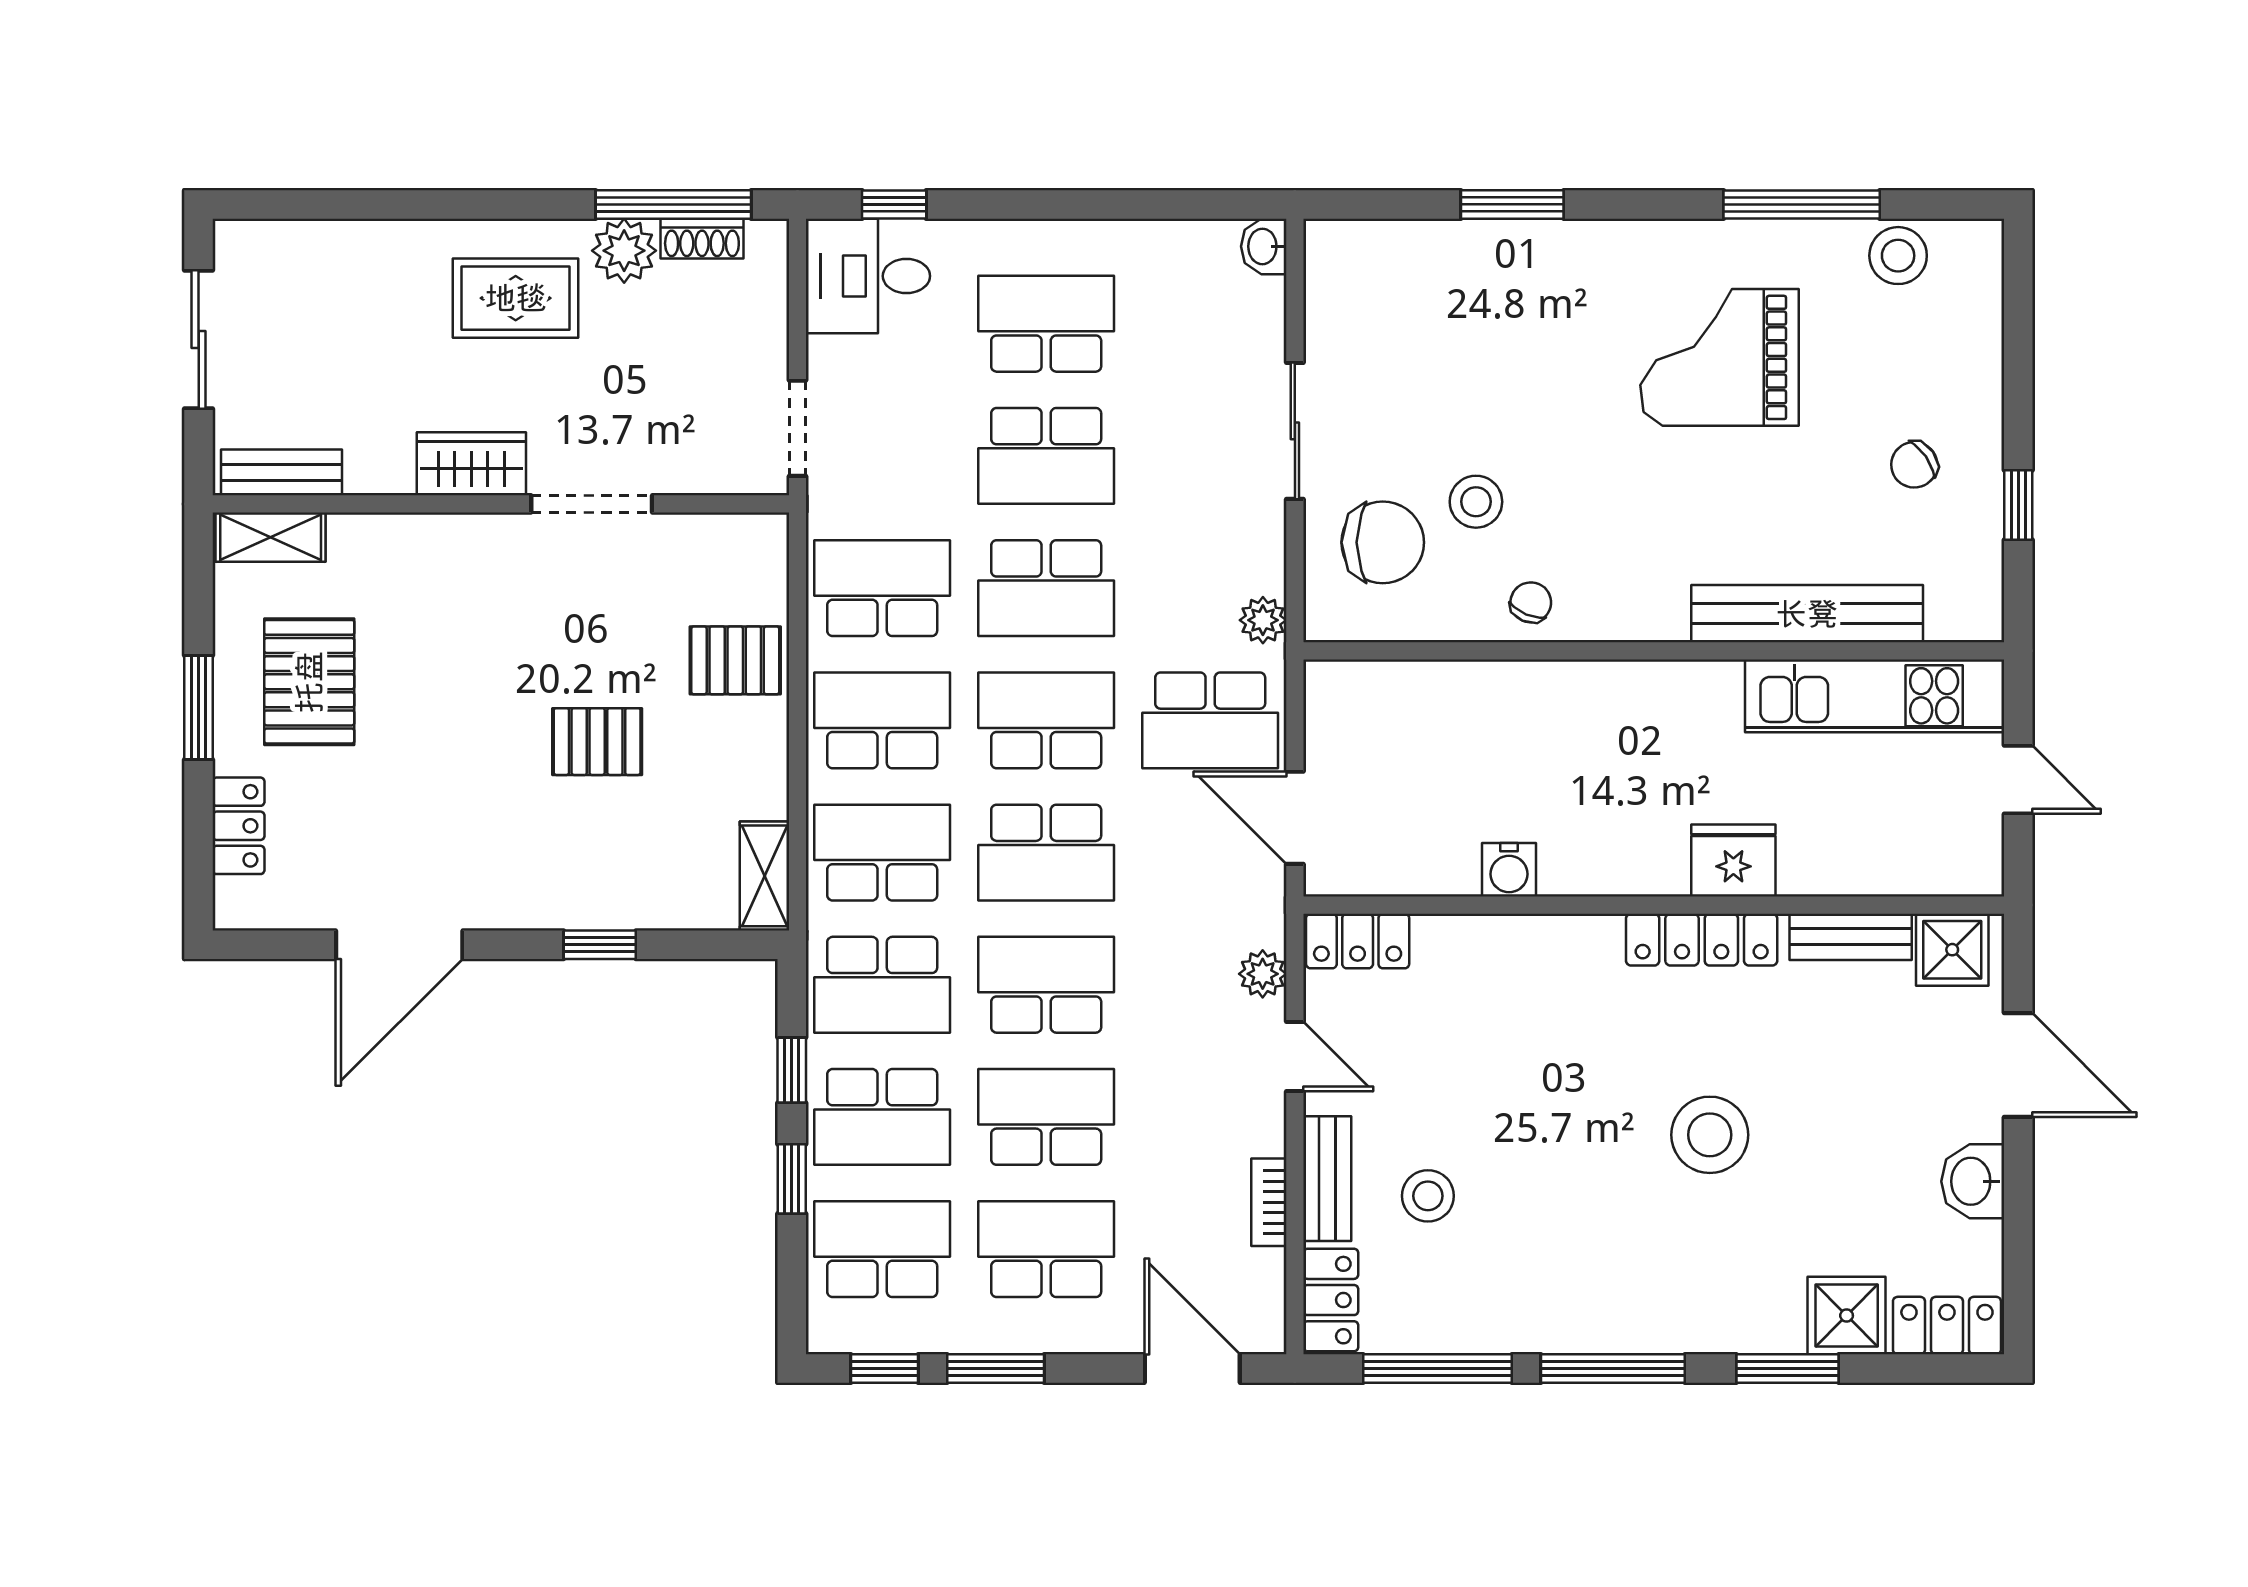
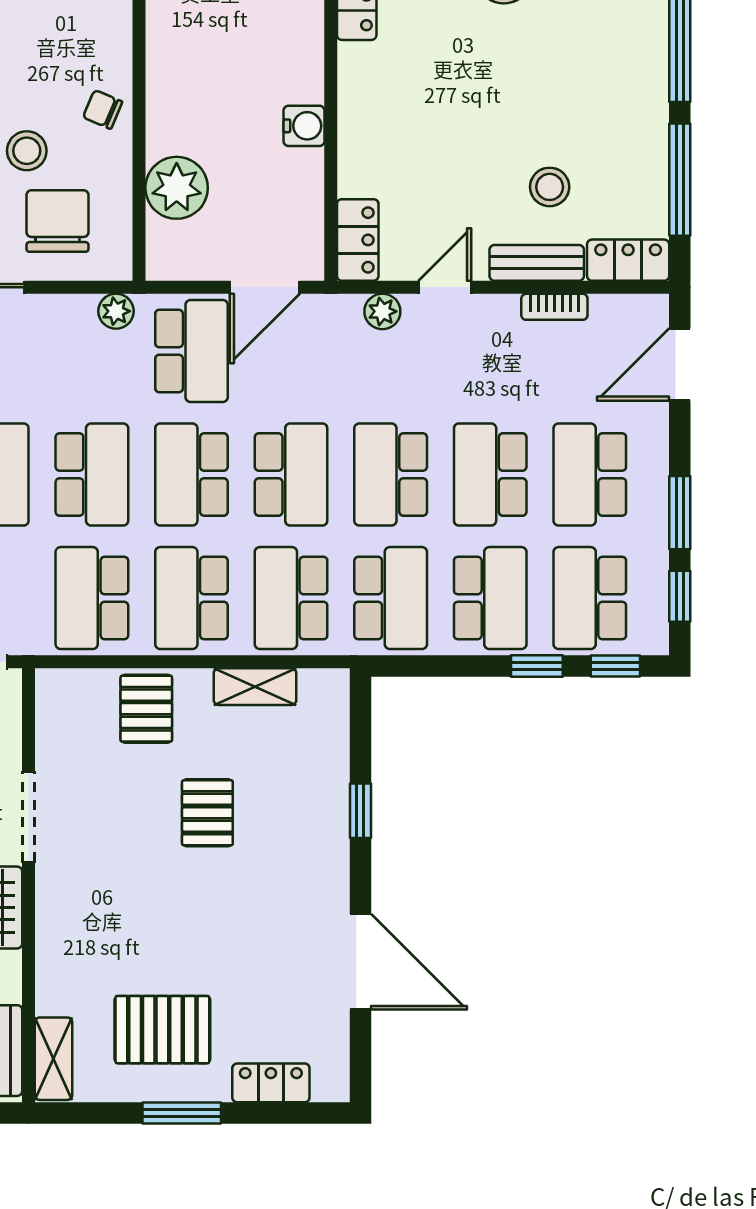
plant: (1427, 701) -> (177, 188), added
shelving: (764, 876) -> (255, 687), moved
window: (792, 1070) -> (615, 666), moved

